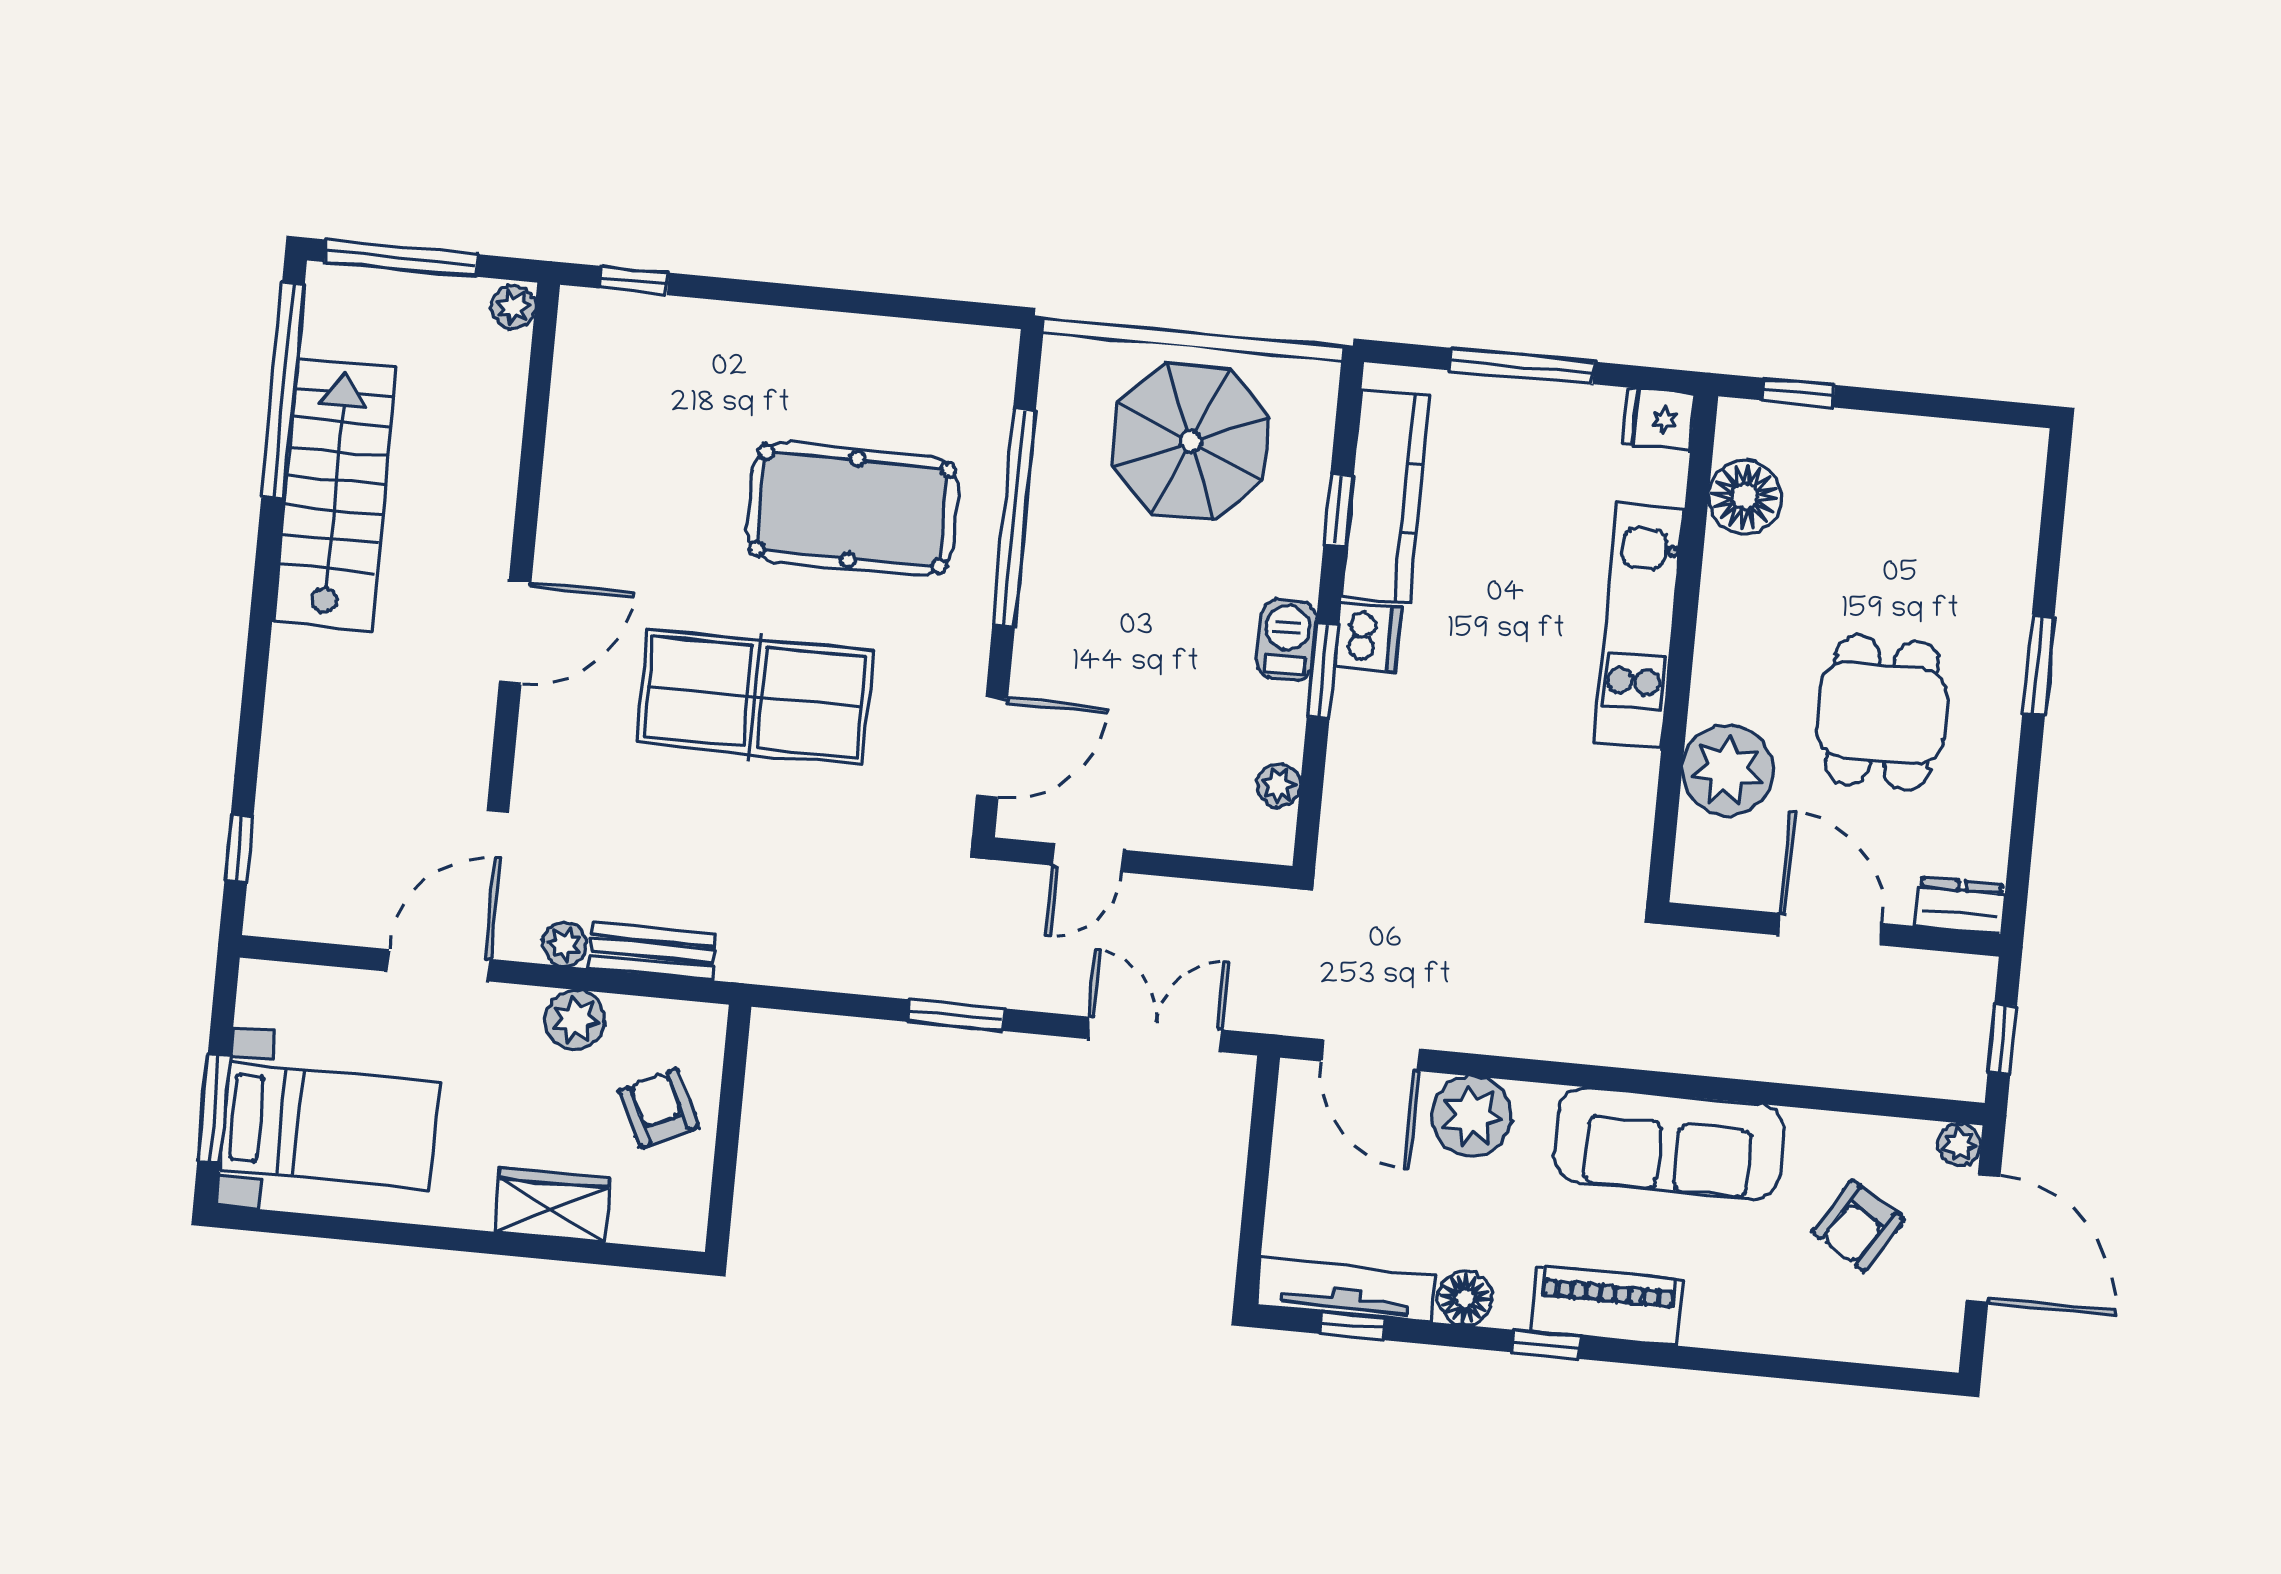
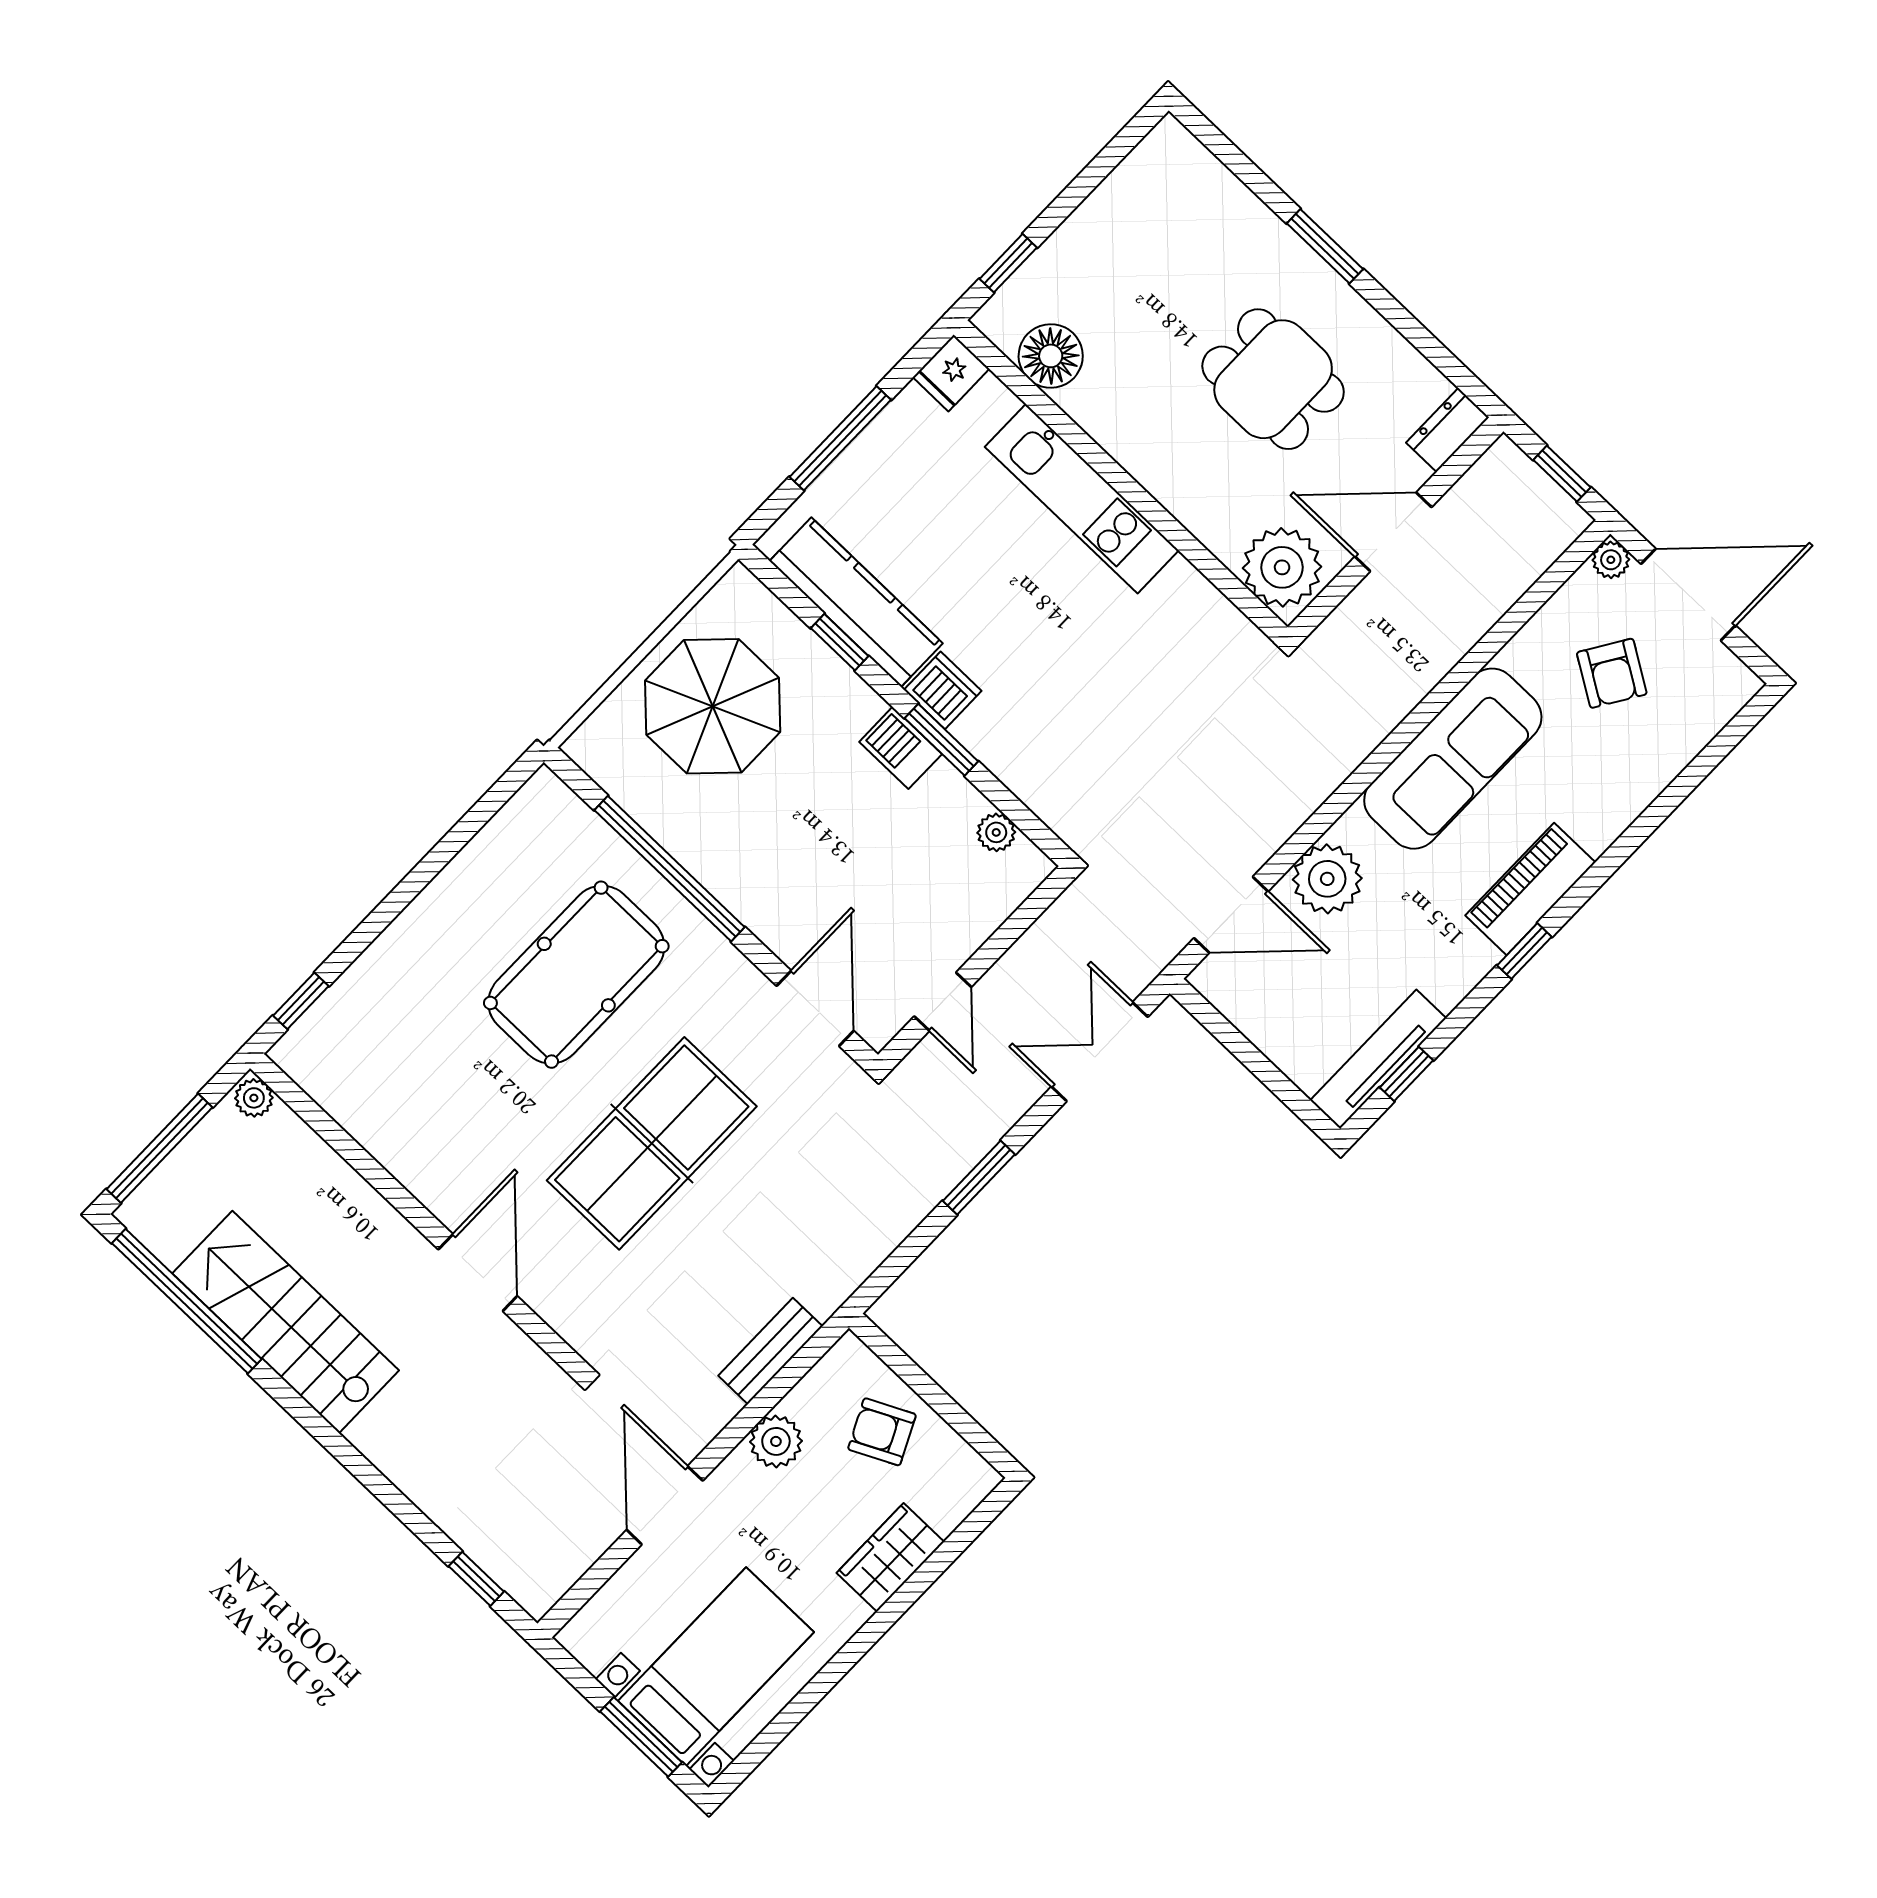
plant: (1727, 771) -> (1282, 567), moved
plant: (565, 944) -> (718, 1408), removed
floor lamp: (1465, 1298) -> (1448, 982), removed

